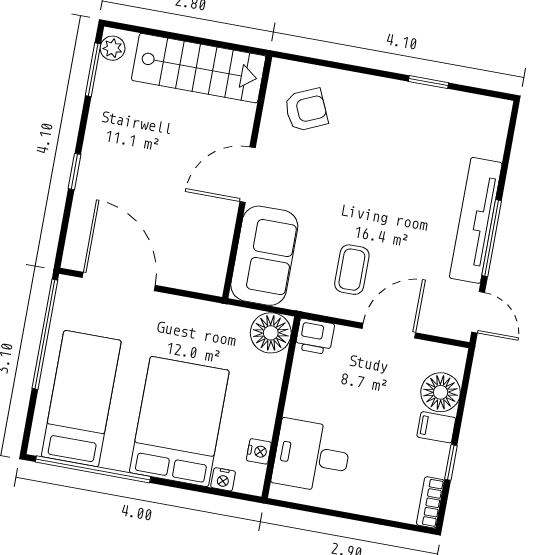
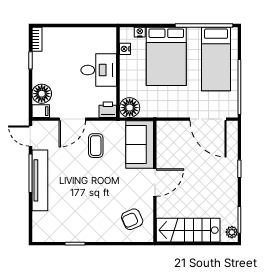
filing cabinet: (436, 427) -> (41, 111), moved
desk: (312, 456) -> (99, 70), moved

